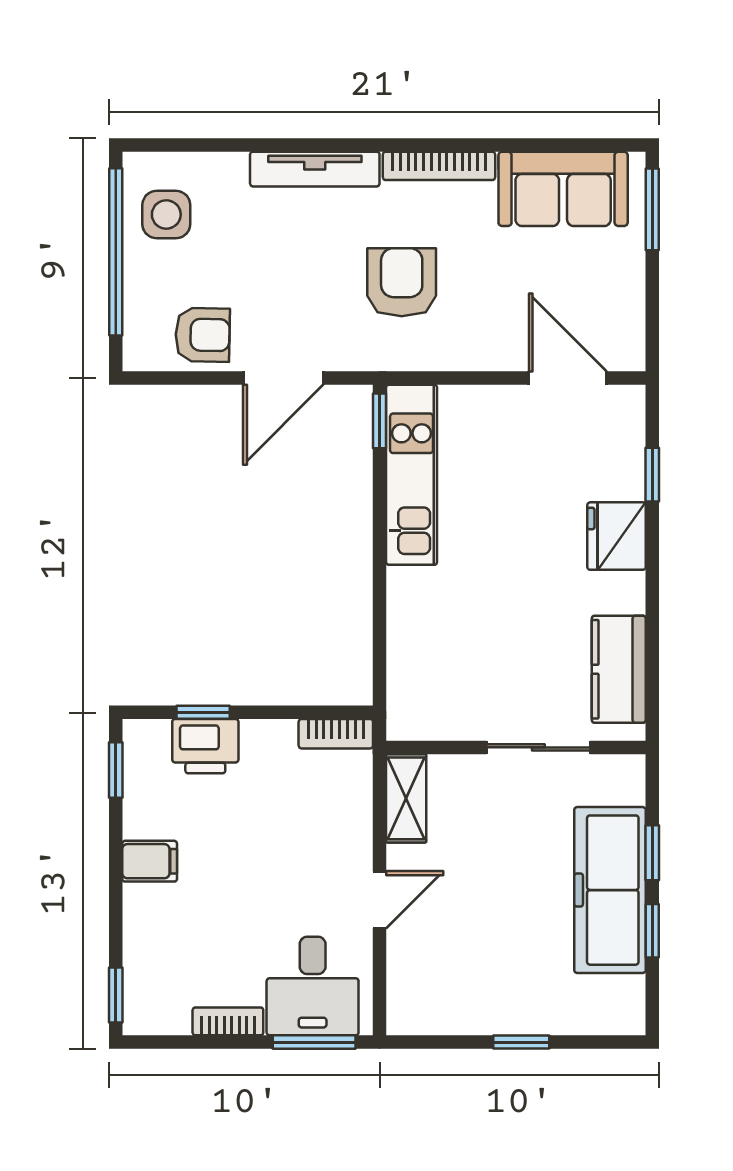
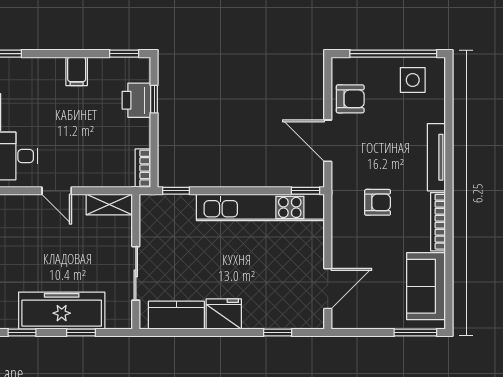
armchair: (402, 282) -> (378, 202), width x0.72, depth x0.72
armchair: (203, 335) -> (350, 99), turned -91
kitchen unit: (412, 475) -> (260, 207), width x1.36
fridge: (616, 536) -> (224, 314), moved
window: (380, 670) -> (176, 191), added
window: (652, 931) -> (22, 333), moved

